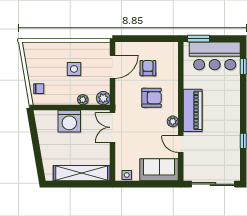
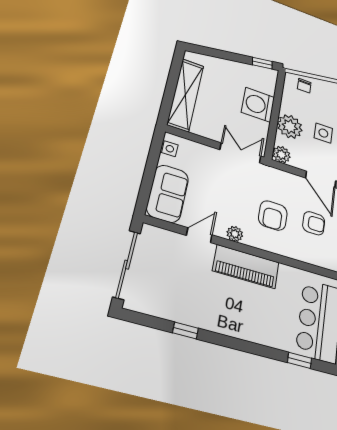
plant: (83, 100) -> (290, 127), width x1.88, depth x1.88
window: (32, 123) -> (262, 63), added

